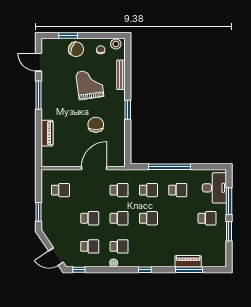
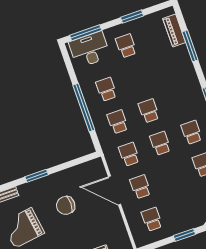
window: (229, 201) -> (86, 33), moved
school desk: (90, 218) -> (140, 187), moved
piano: (188, 261) -> (174, 30), moved

